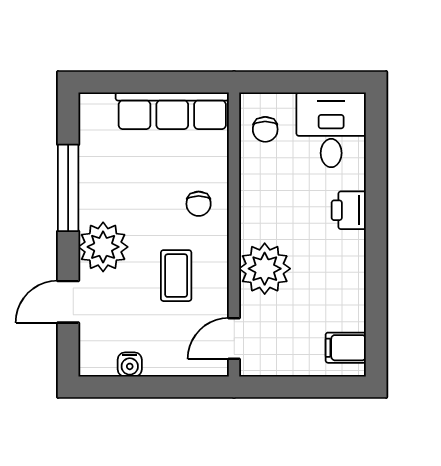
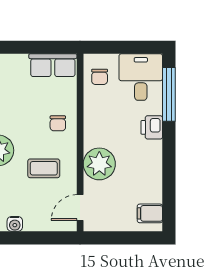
row of seats: (172, 111) -> (53, 65), width x0.68
window: (376, 157) -> (169, 94), added
coffee table: (176, 276) -> (44, 168), turned 90

